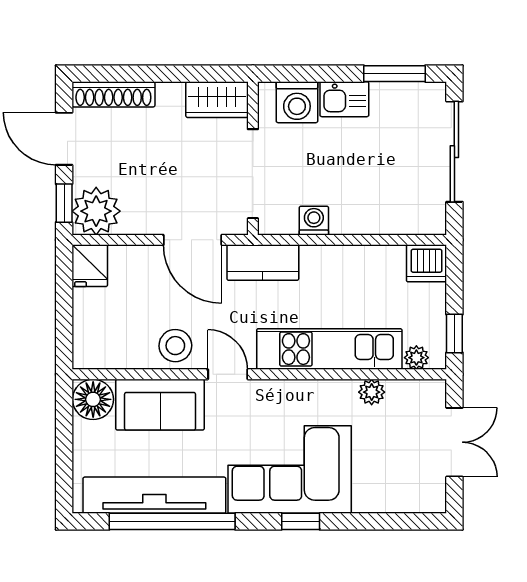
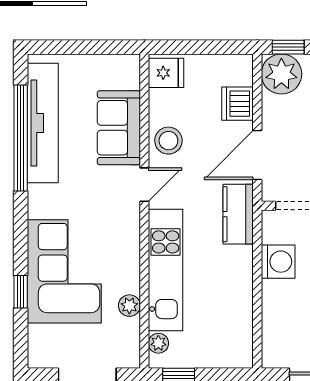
washing machine: (314, 221) -> (278, 262), width x1.38, depth x1.38
dishwasher: (426, 263) -> (238, 104), moved
fridge: (90, 266) -> (166, 73), moved, turned 180
floor lamp: (93, 399) -> (123, 71), removed
corner sofa: (290, 470) -> (64, 271), moved
window: (301, 521) -> (21, 292), moved

